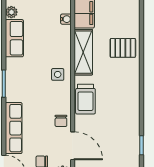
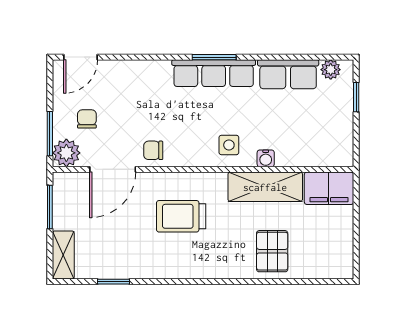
water cooler: (66, 19) -> (266, 158), moved
trolley: (85, 99) -> (181, 216), moved
row of seats: (14, 128) -> (214, 73), moved

